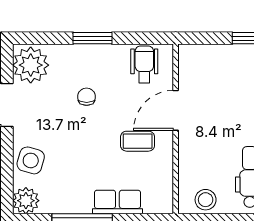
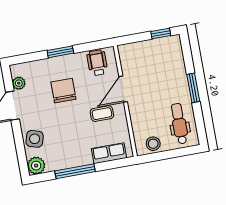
plant: (31, 65) -> (19, 83), width x0.53, depth x0.53
chair: (87, 97) -> (63, 91), width x1.87, depth x1.87
row of seats: (117, 202) -> (109, 153), moved

